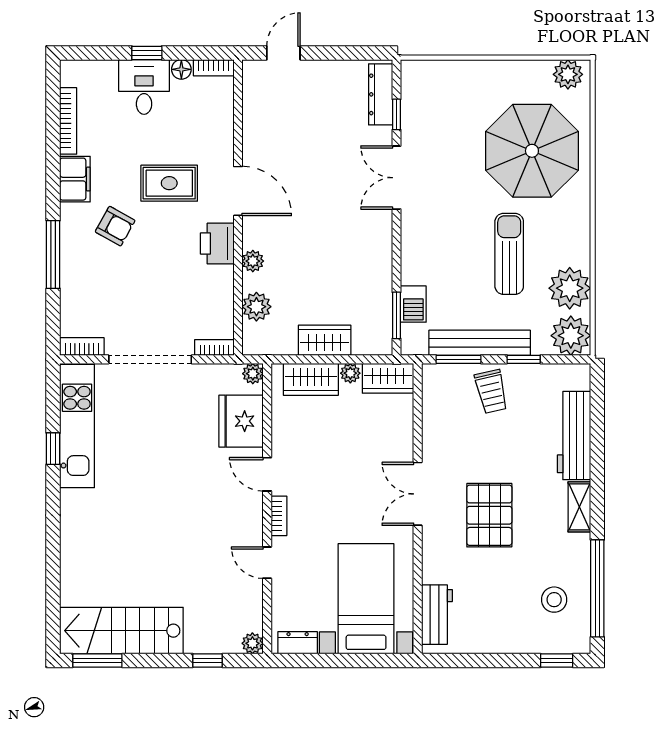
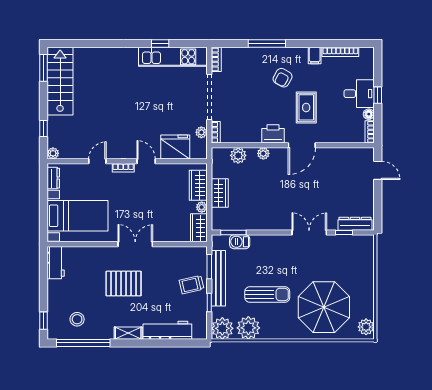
filing cabinet: (75, 179) -> (315, 56), width x0.50
plant: (253, 374) -> (201, 132), moved
door: (267, 474) -> (146, 161), hinge flipped
workbench: (437, 615) -> (56, 263), moved, turned -90

